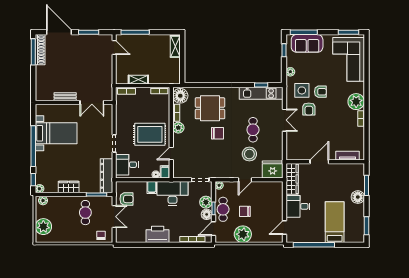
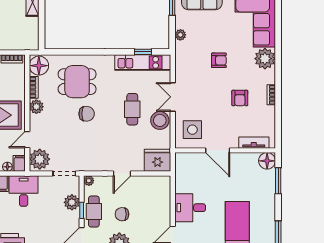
side table: (302, 90) -> (192, 130), moved
plant: (356, 102) -> (265, 59), moved
armchair: (309, 109) -> (240, 98), moved
double door: (284, 120) -> (173, 97), swing flipped
stool: (249, 154) -> (160, 120), moved
door: (319, 162) -> (218, 150), swing flipped
plant: (181, 169) -> (40, 159), added
wardrobe: (292, 179) -> (183, 172), removed
desk: (173, 193) -> (24, 191), width x0.73
floor lamp: (358, 197) -> (267, 161), moved
floor lamp: (207, 214) -> (73, 218), removed

